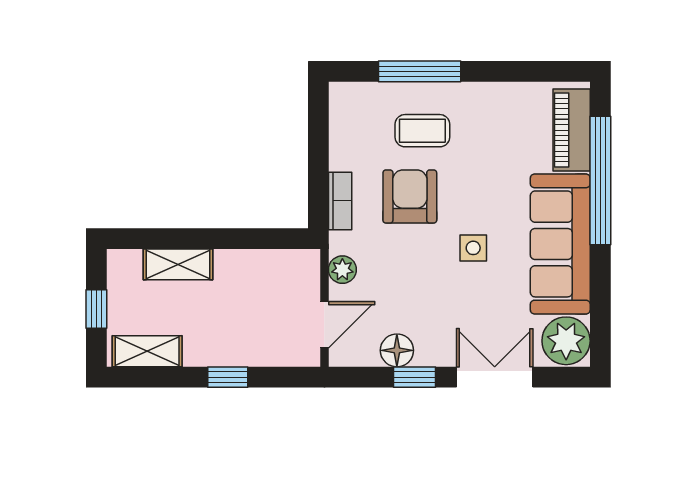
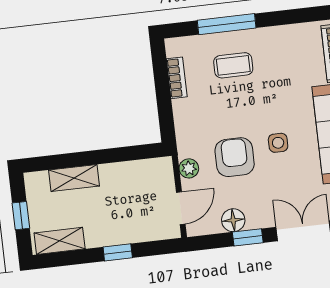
armchair: (410, 197) -> (235, 157), moved
bookcase: (340, 201) -> (177, 78), moved

